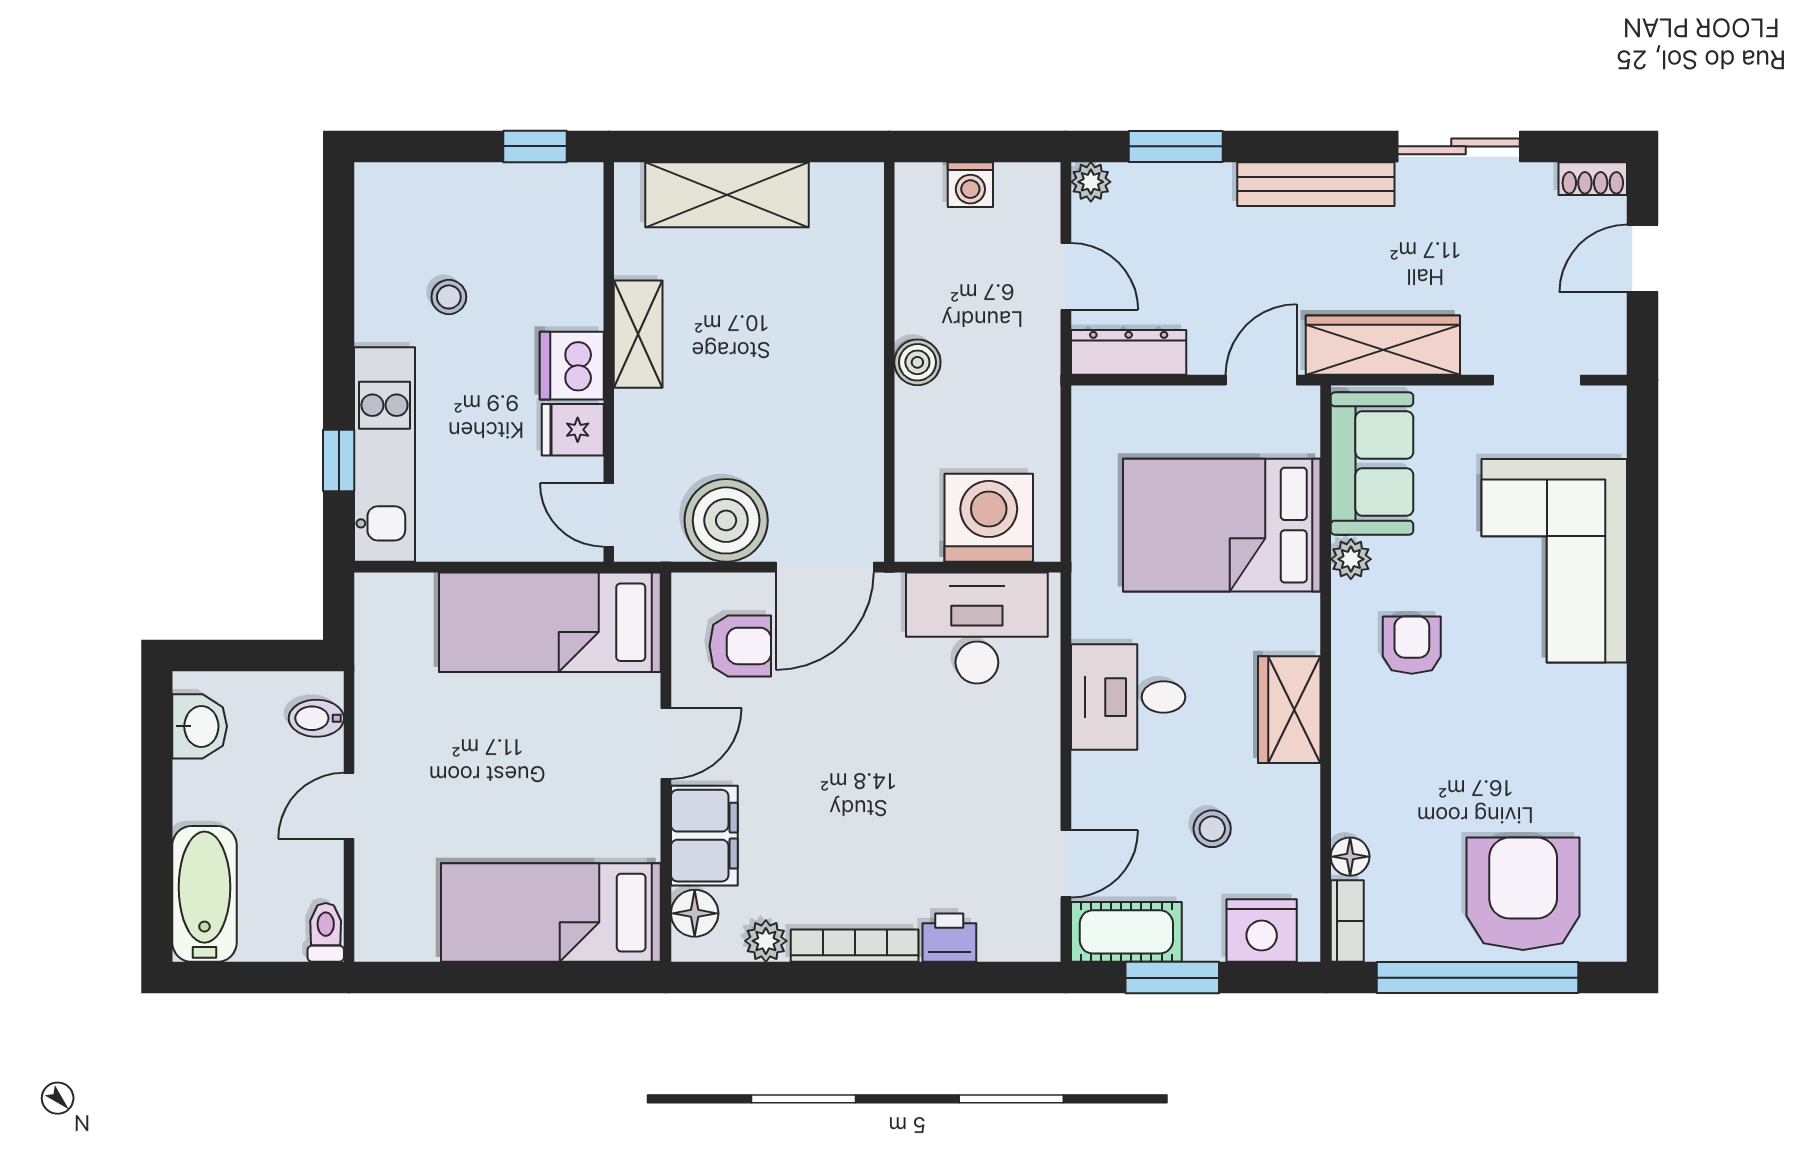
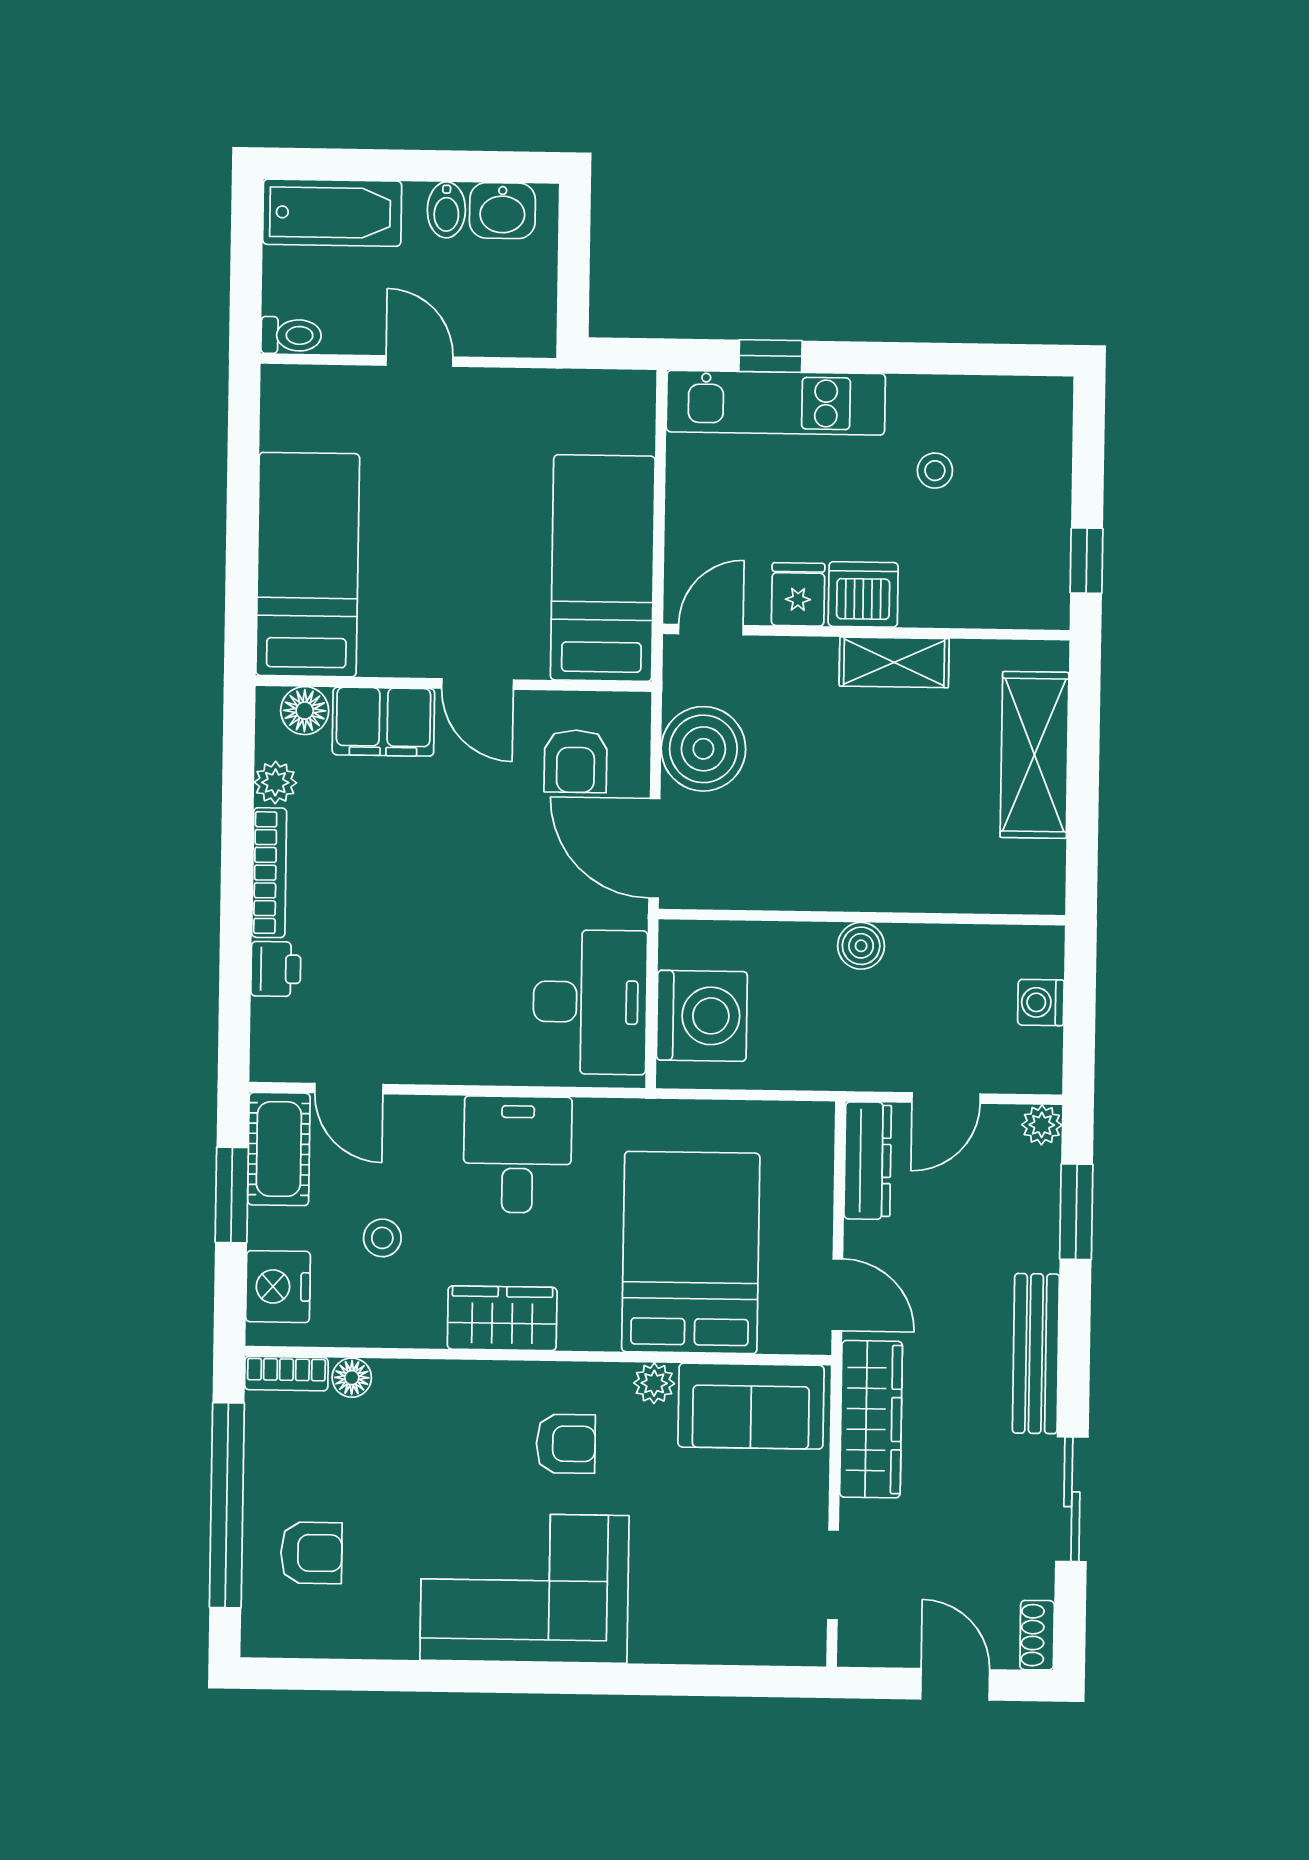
corner sofa: (1554, 561) -> (524, 1588), moved
bidet: (316, 718) -> (446, 210), moved, turned 180
armchair: (1523, 894) -> (311, 1553), width x0.53, depth x0.53

